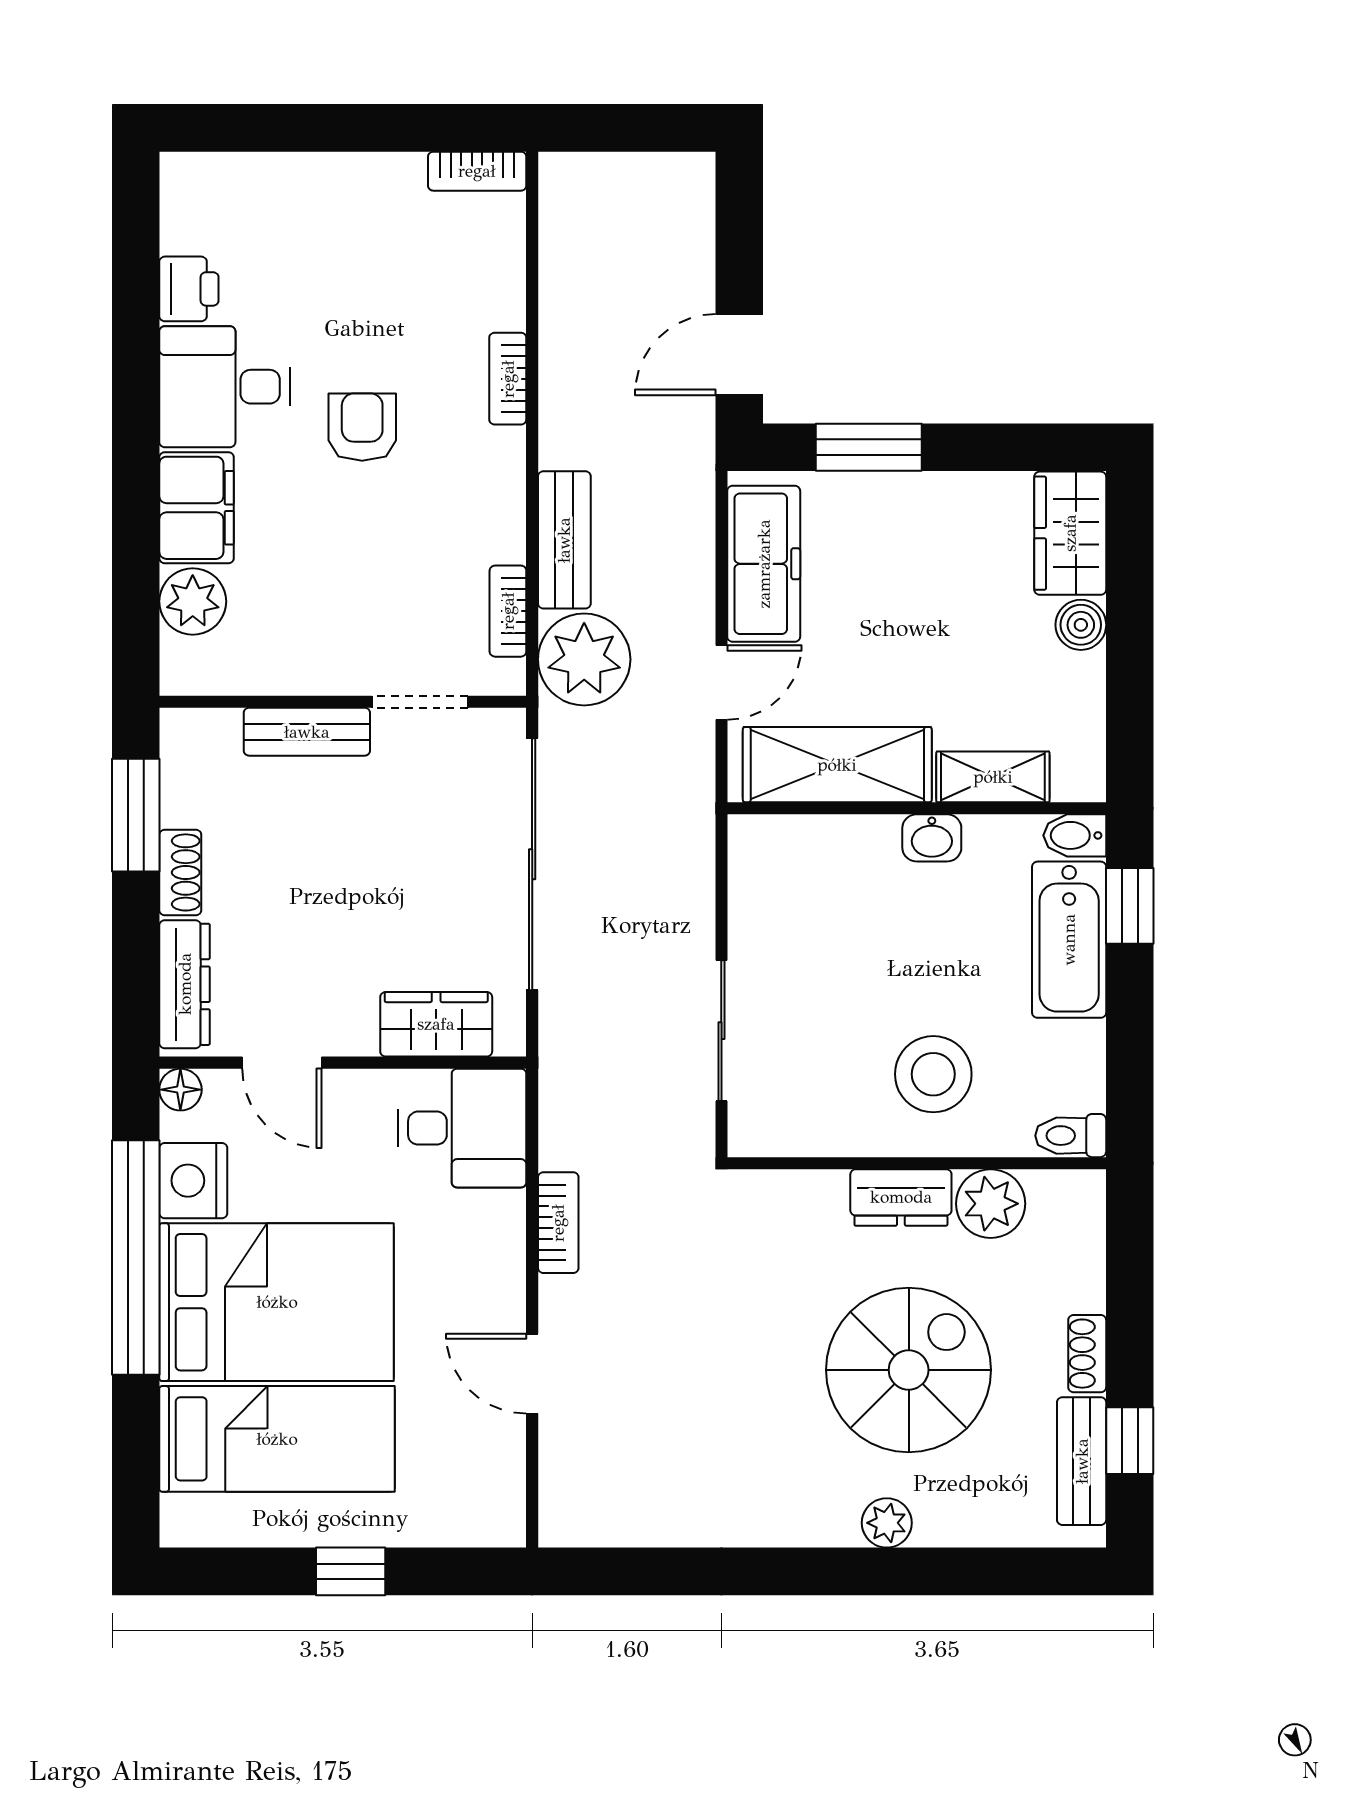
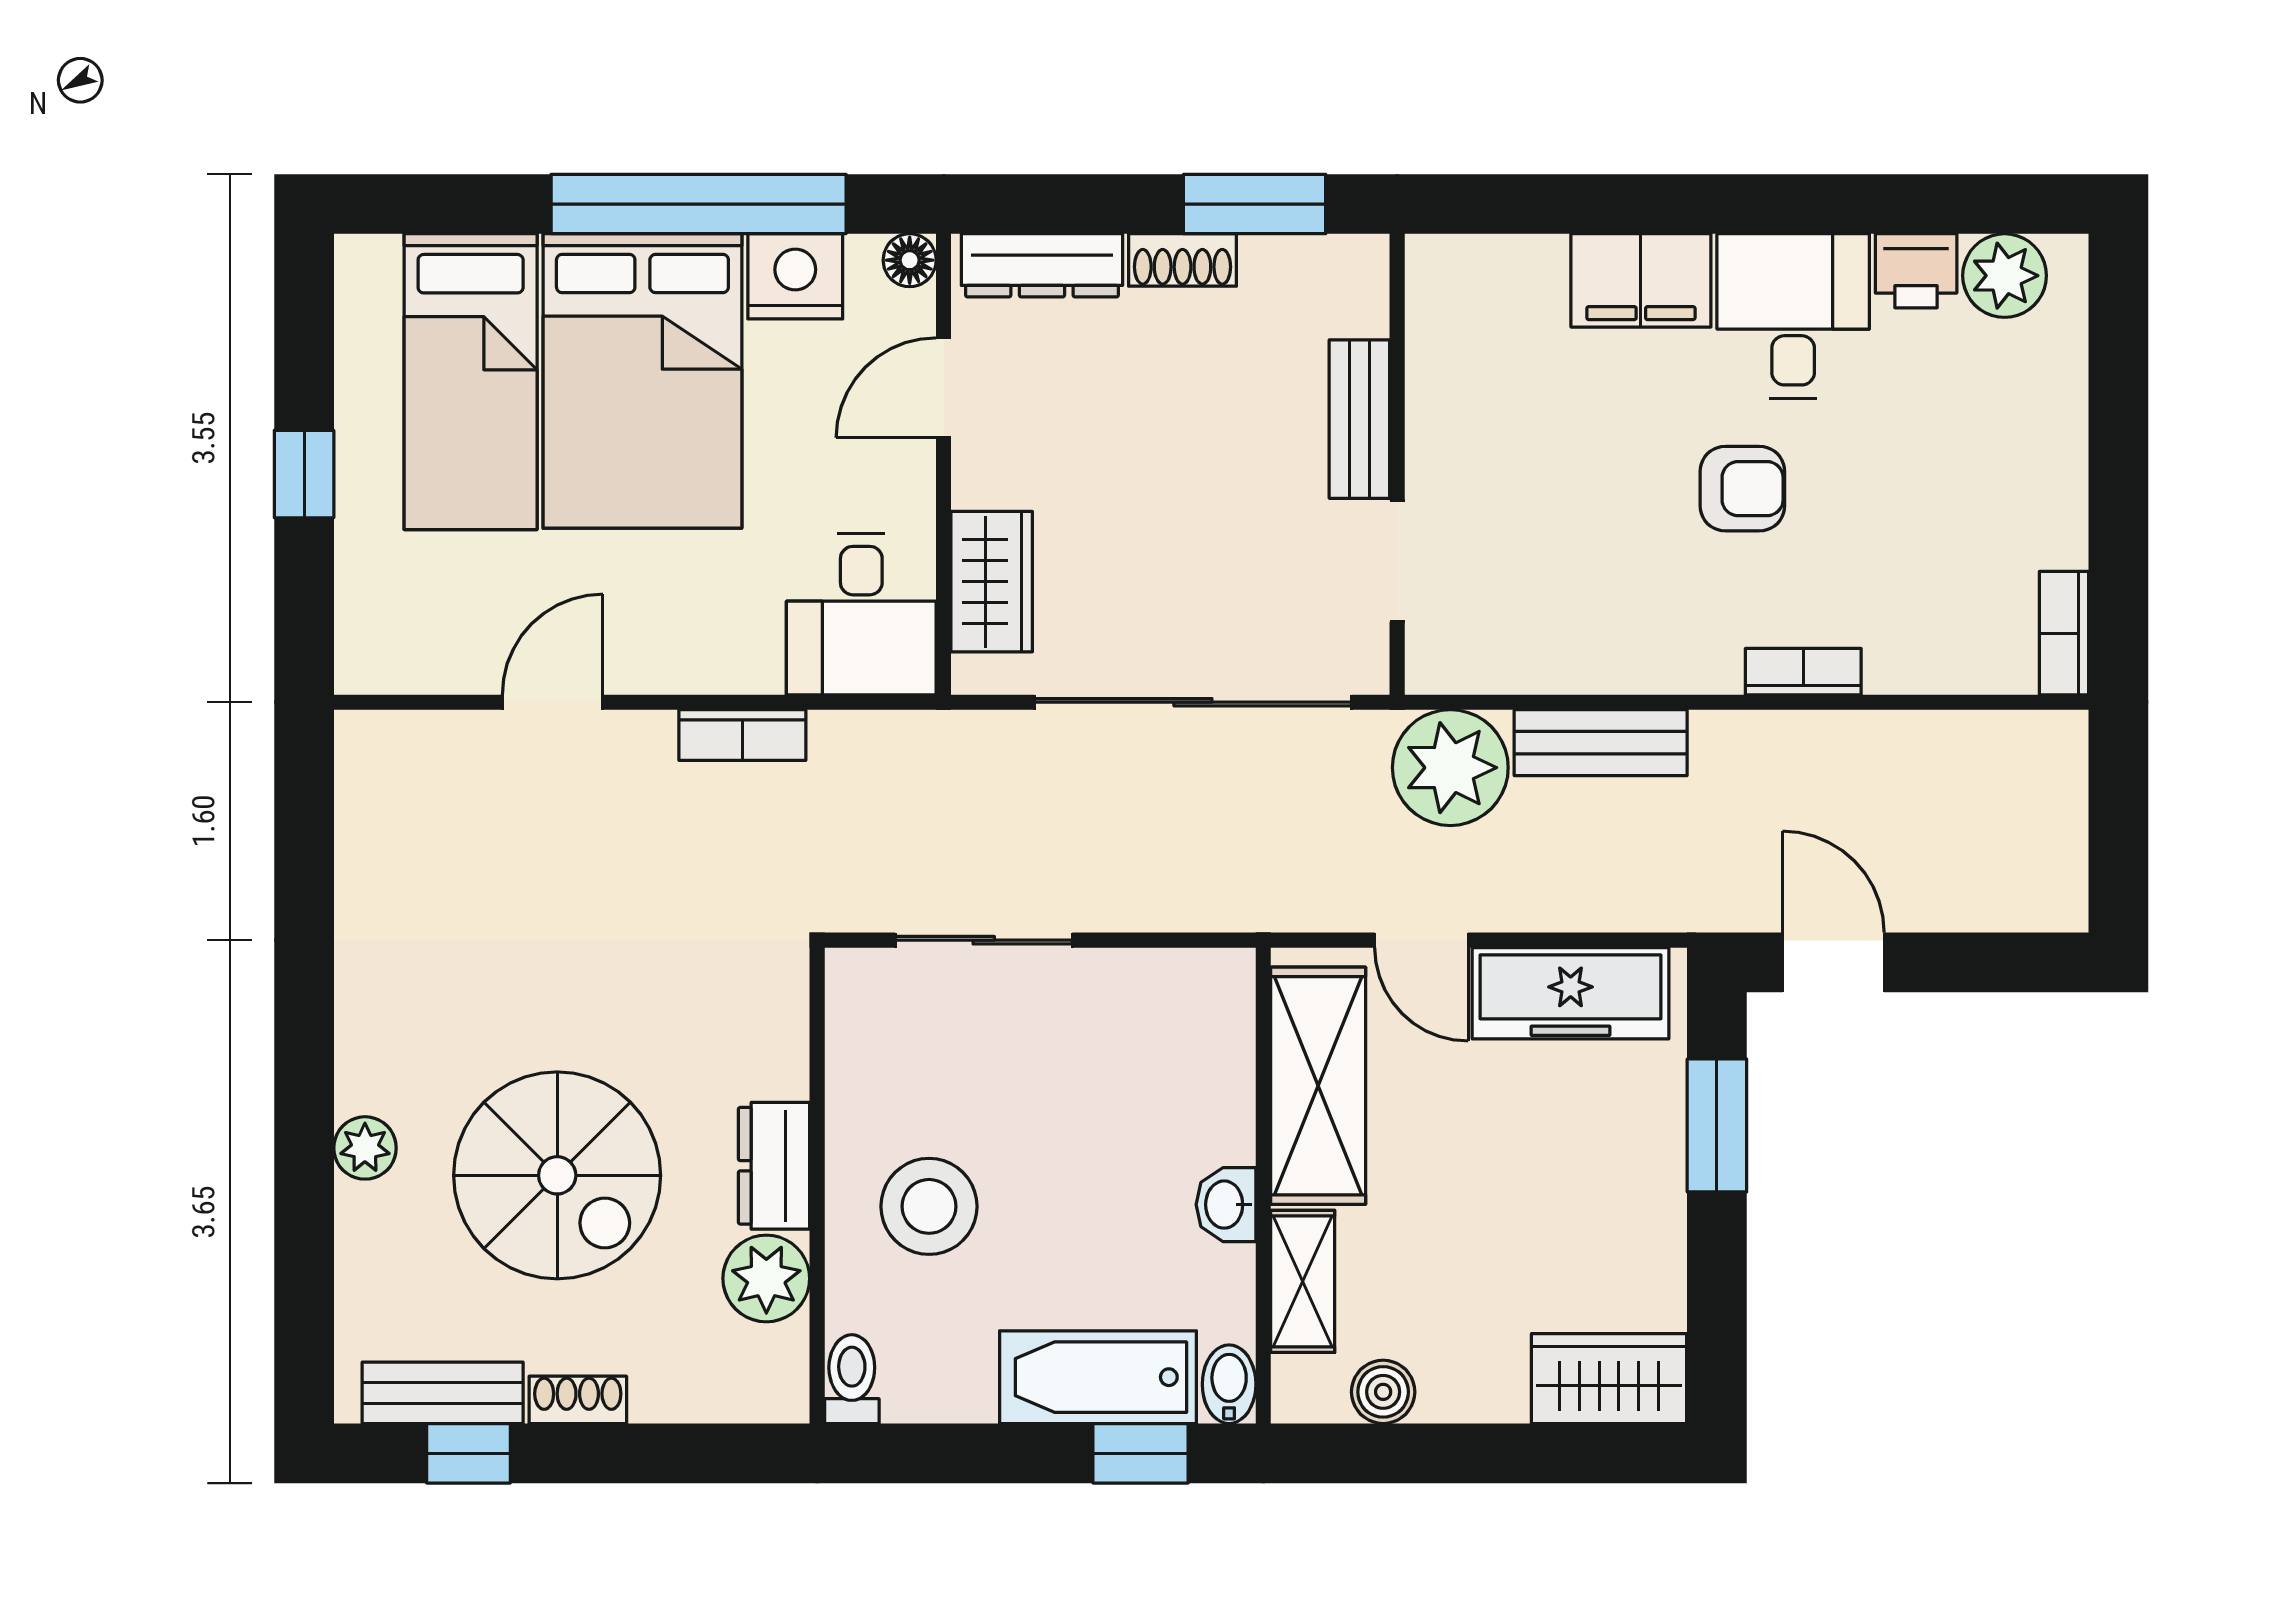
plant: (193, 601) -> (2005, 276), moved
bookcase: (508, 611) -> (1511, 672), removed
boiler: (1081, 625) -> (1383, 1392), moved

